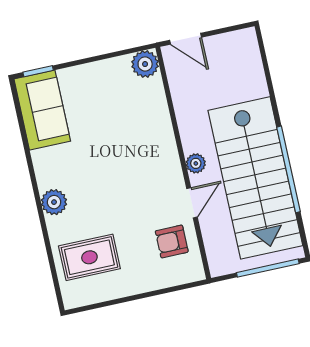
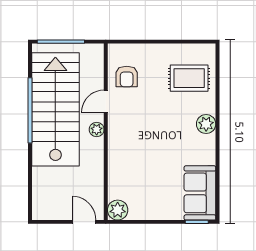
armchair: (172, 241) -> (127, 76), turned 90

